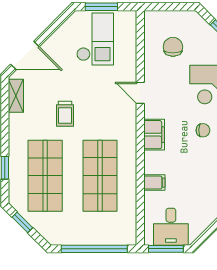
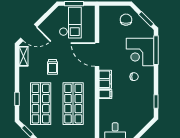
chair: (173, 47) -> (126, 20), moved
door: (140, 93) -> (97, 55), width x1.87
filing cabinet: (154, 183) -> (105, 94), moved

